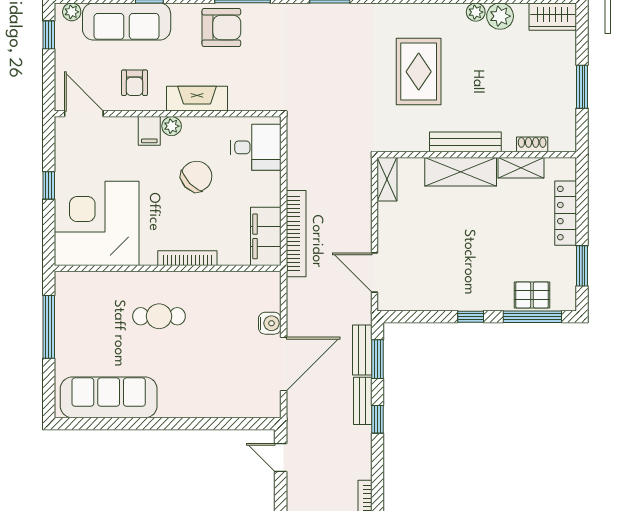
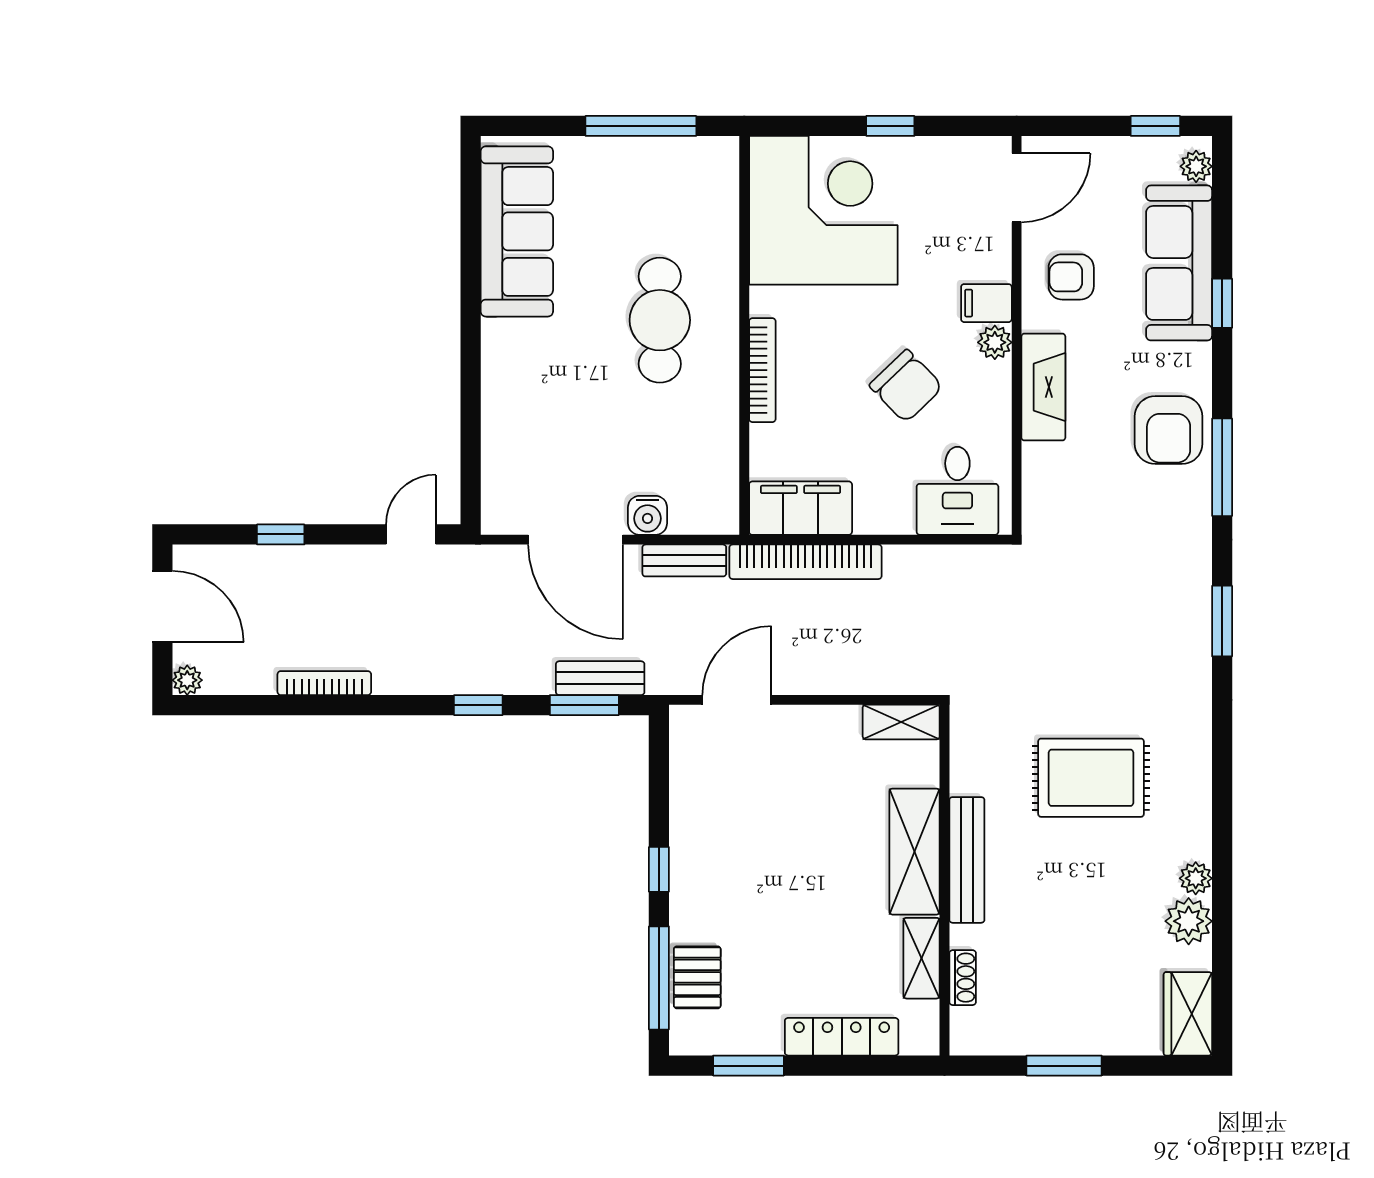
cafe table: (159, 316) -> (660, 320), width x1.37, depth x1.35
bench: (363, 401) -> (684, 560), moved

